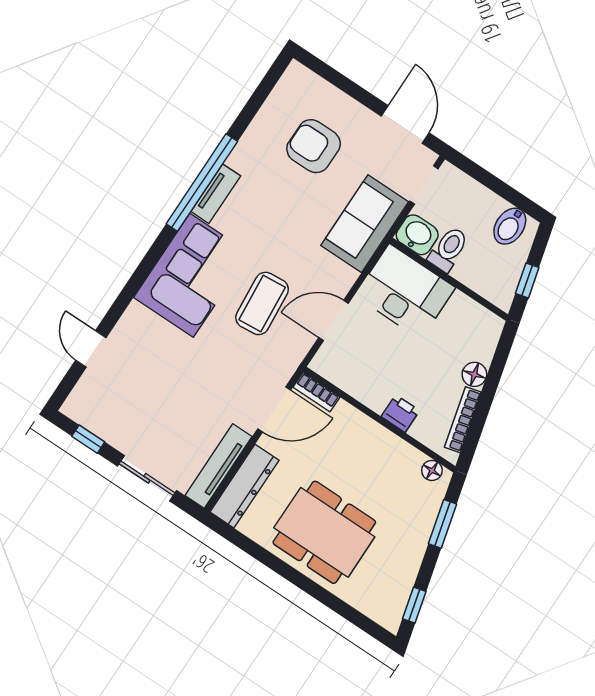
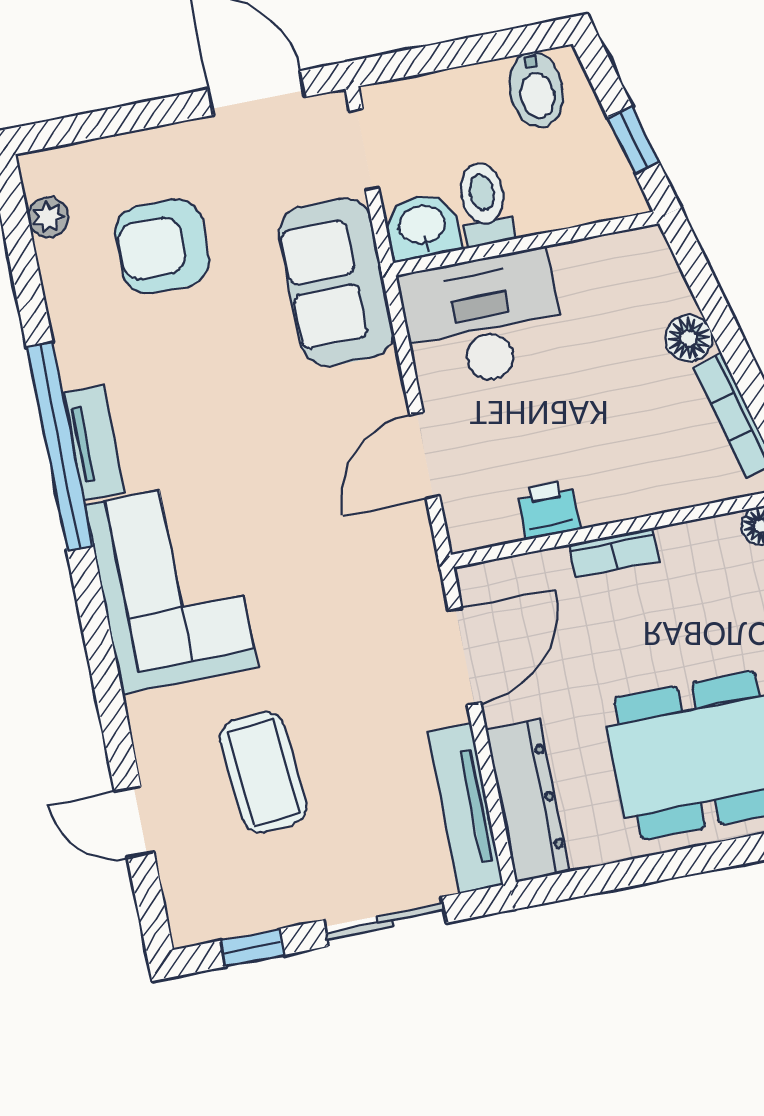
plant: (282, 93) -> (48, 217), added
coffee table: (262, 303) -> (263, 772), moved
bookcase: (317, 392) -> (614, 553), moved
printer: (400, 413) -> (548, 510), moved

